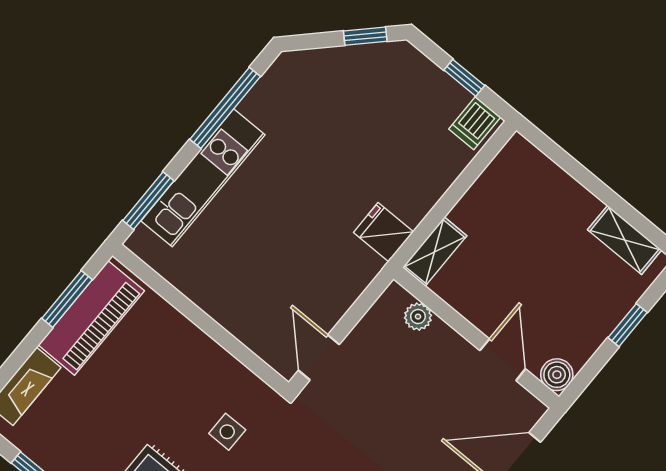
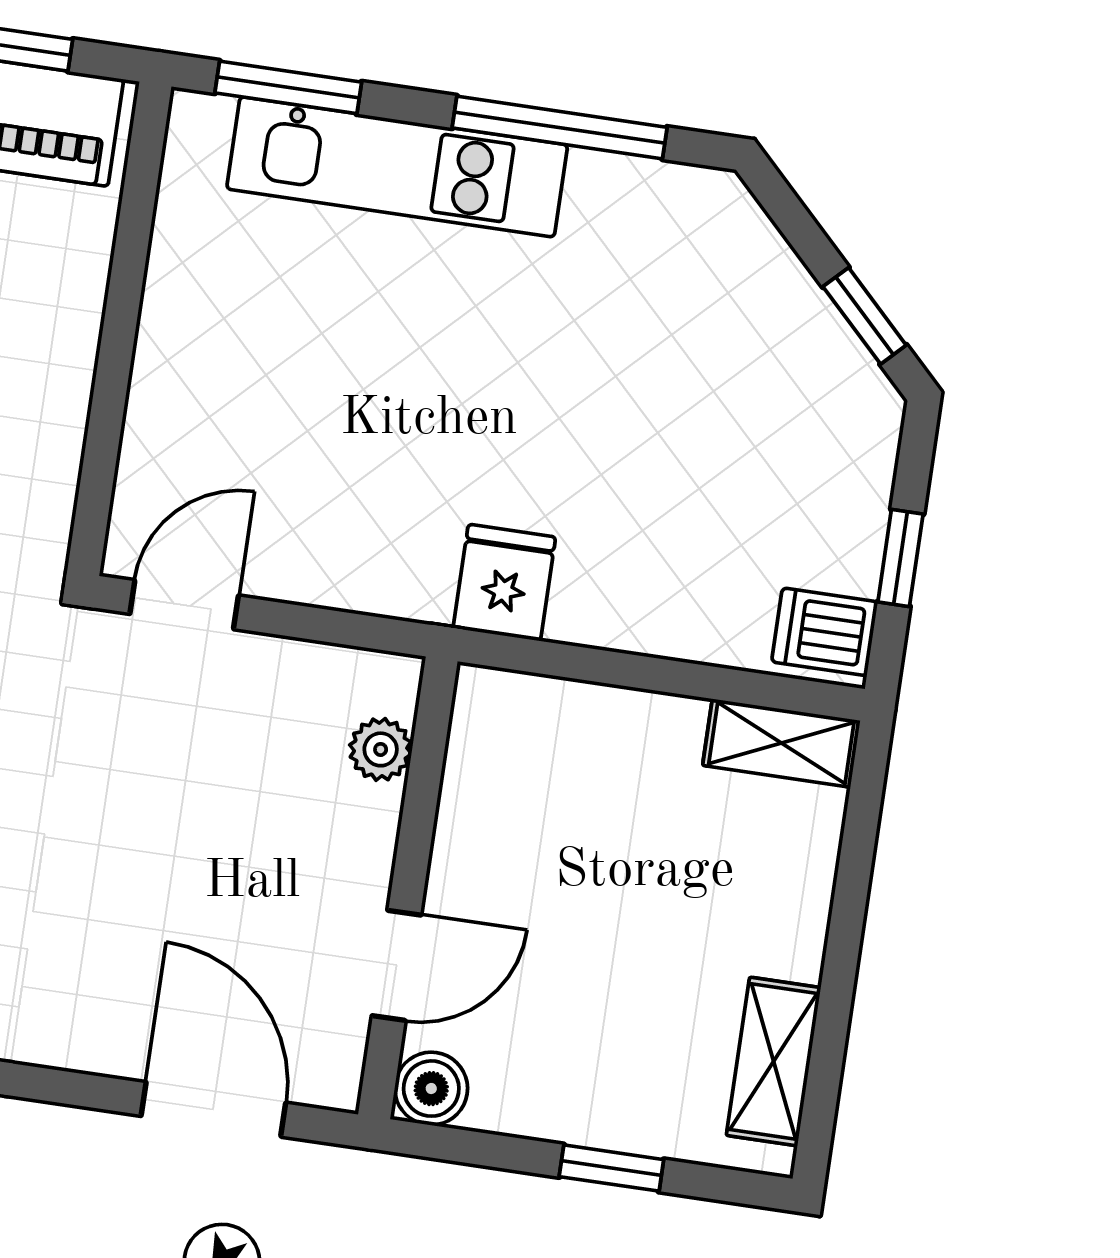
shelving: (435, 252) -> (781, 743), moved

